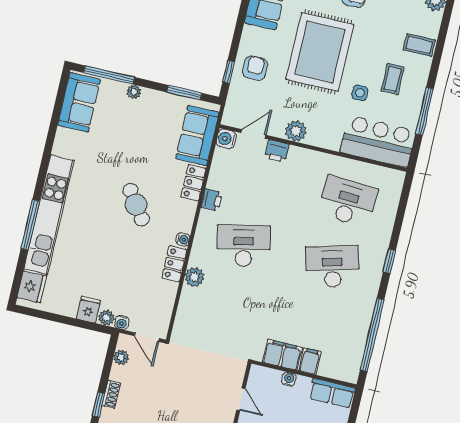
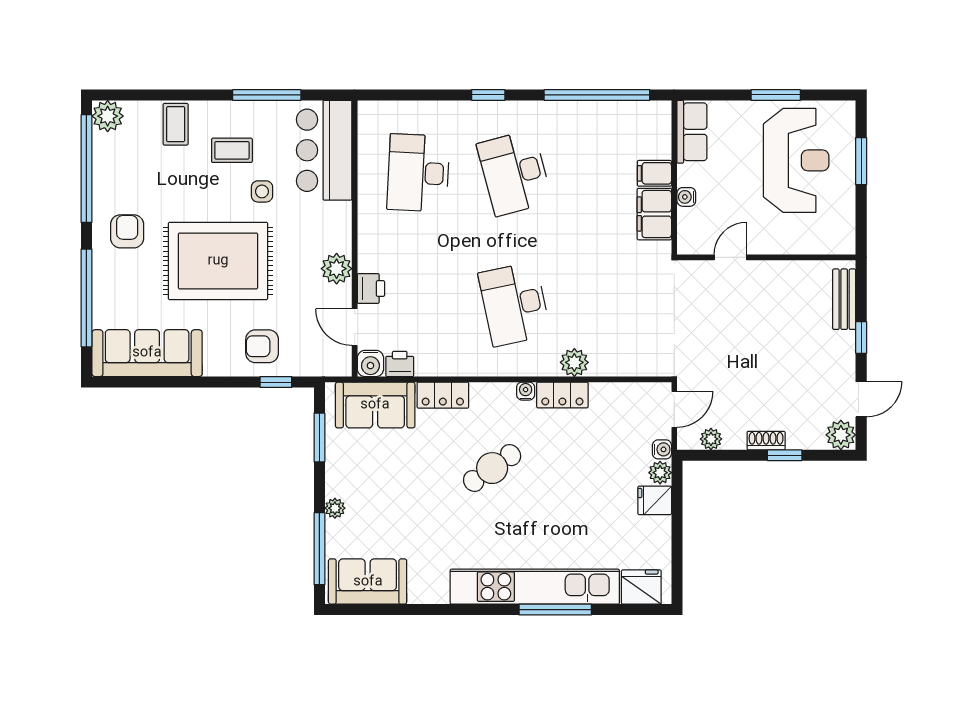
printer: (212, 200) -> (400, 364), moved

